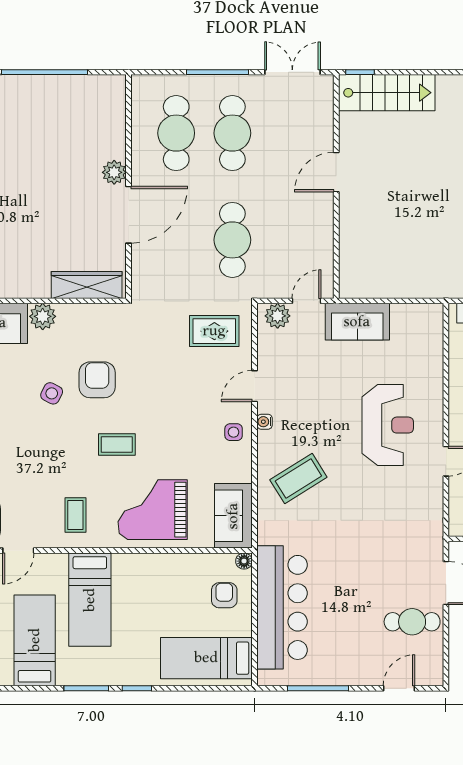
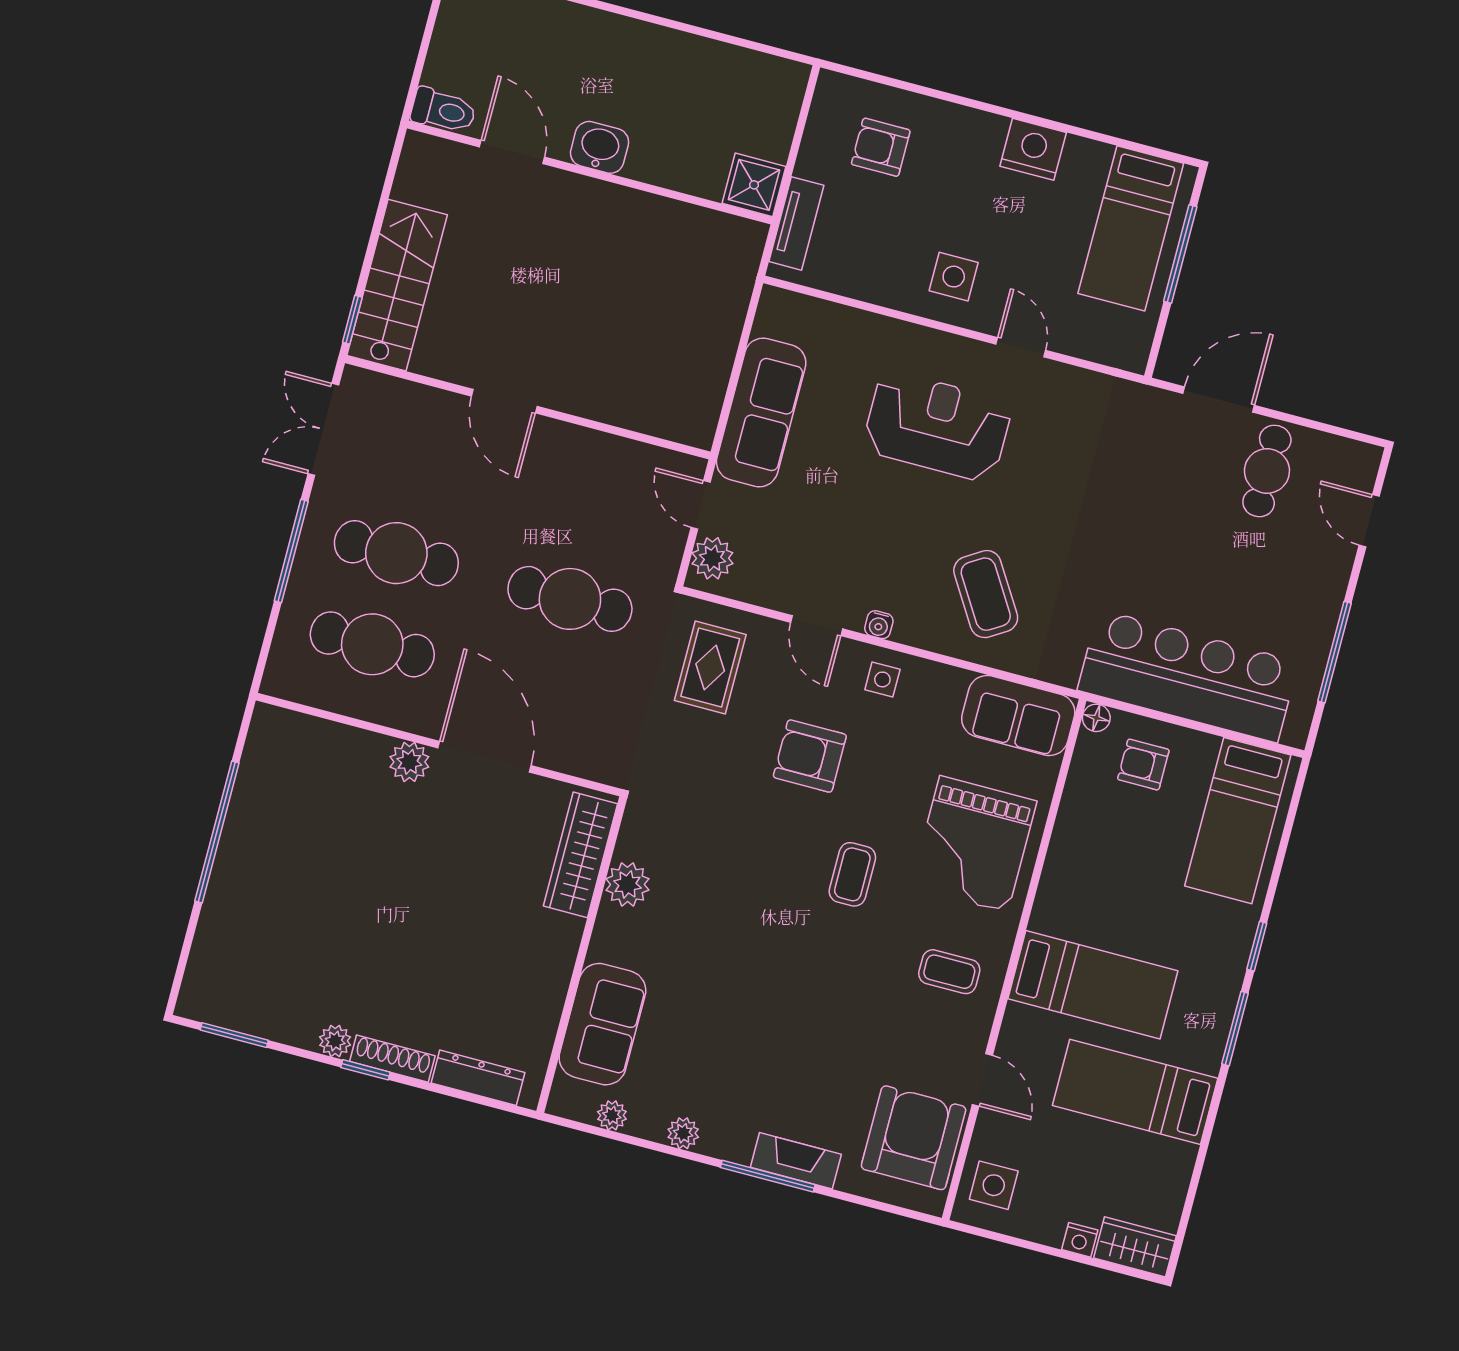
plant: (43, 316) -> (627, 884), moved
sofa: (357, 322) -> (761, 412), width x1.36
armchair: (97, 380) -> (810, 756), moved
side table: (52, 393) -> (742, 958), removed

